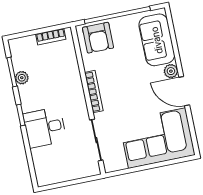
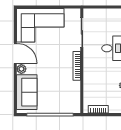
armchair: (98, 38) -> (66, 102), removed

